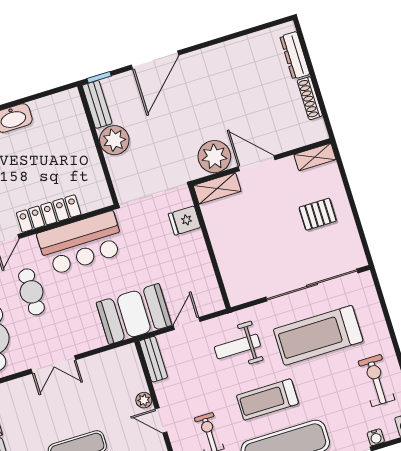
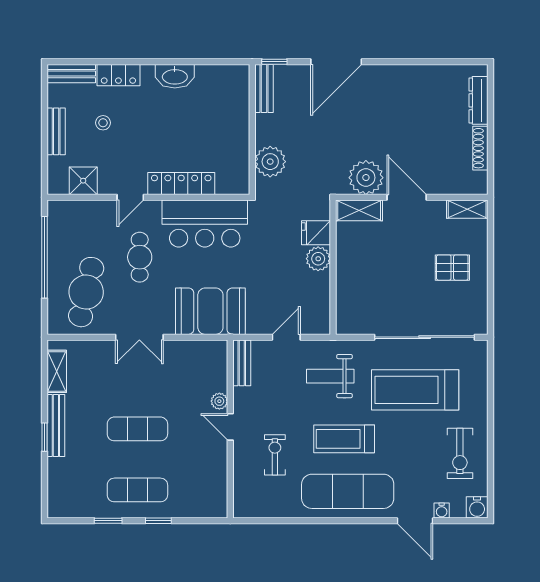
plant: (114, 140) -> (270, 162), moved
plant: (194, 244) -> (318, 259), added
booth: (134, 314) -> (210, 311), moved
exercise bike: (376, 380) -> (460, 453), turned 180

